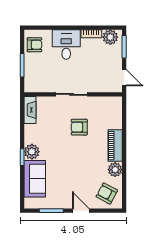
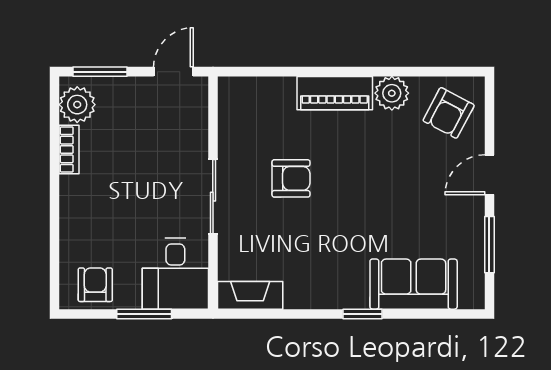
desk: (66, 45) -> (175, 274), moved, turned -90
armchair: (79, 127) -> (291, 178), turned -90
plant: (32, 152) -> (349, 291), removed

